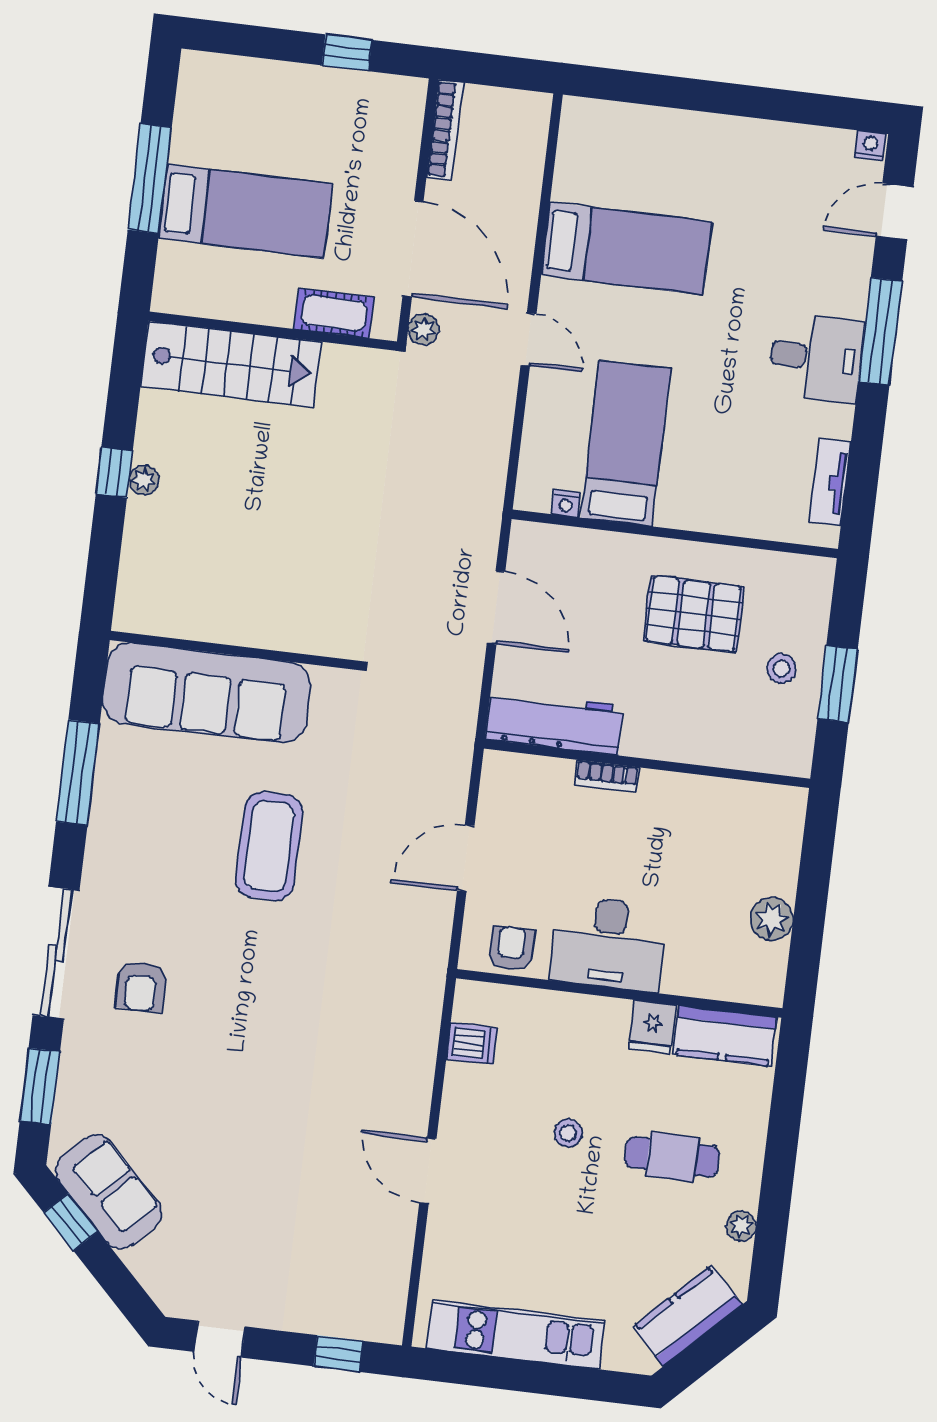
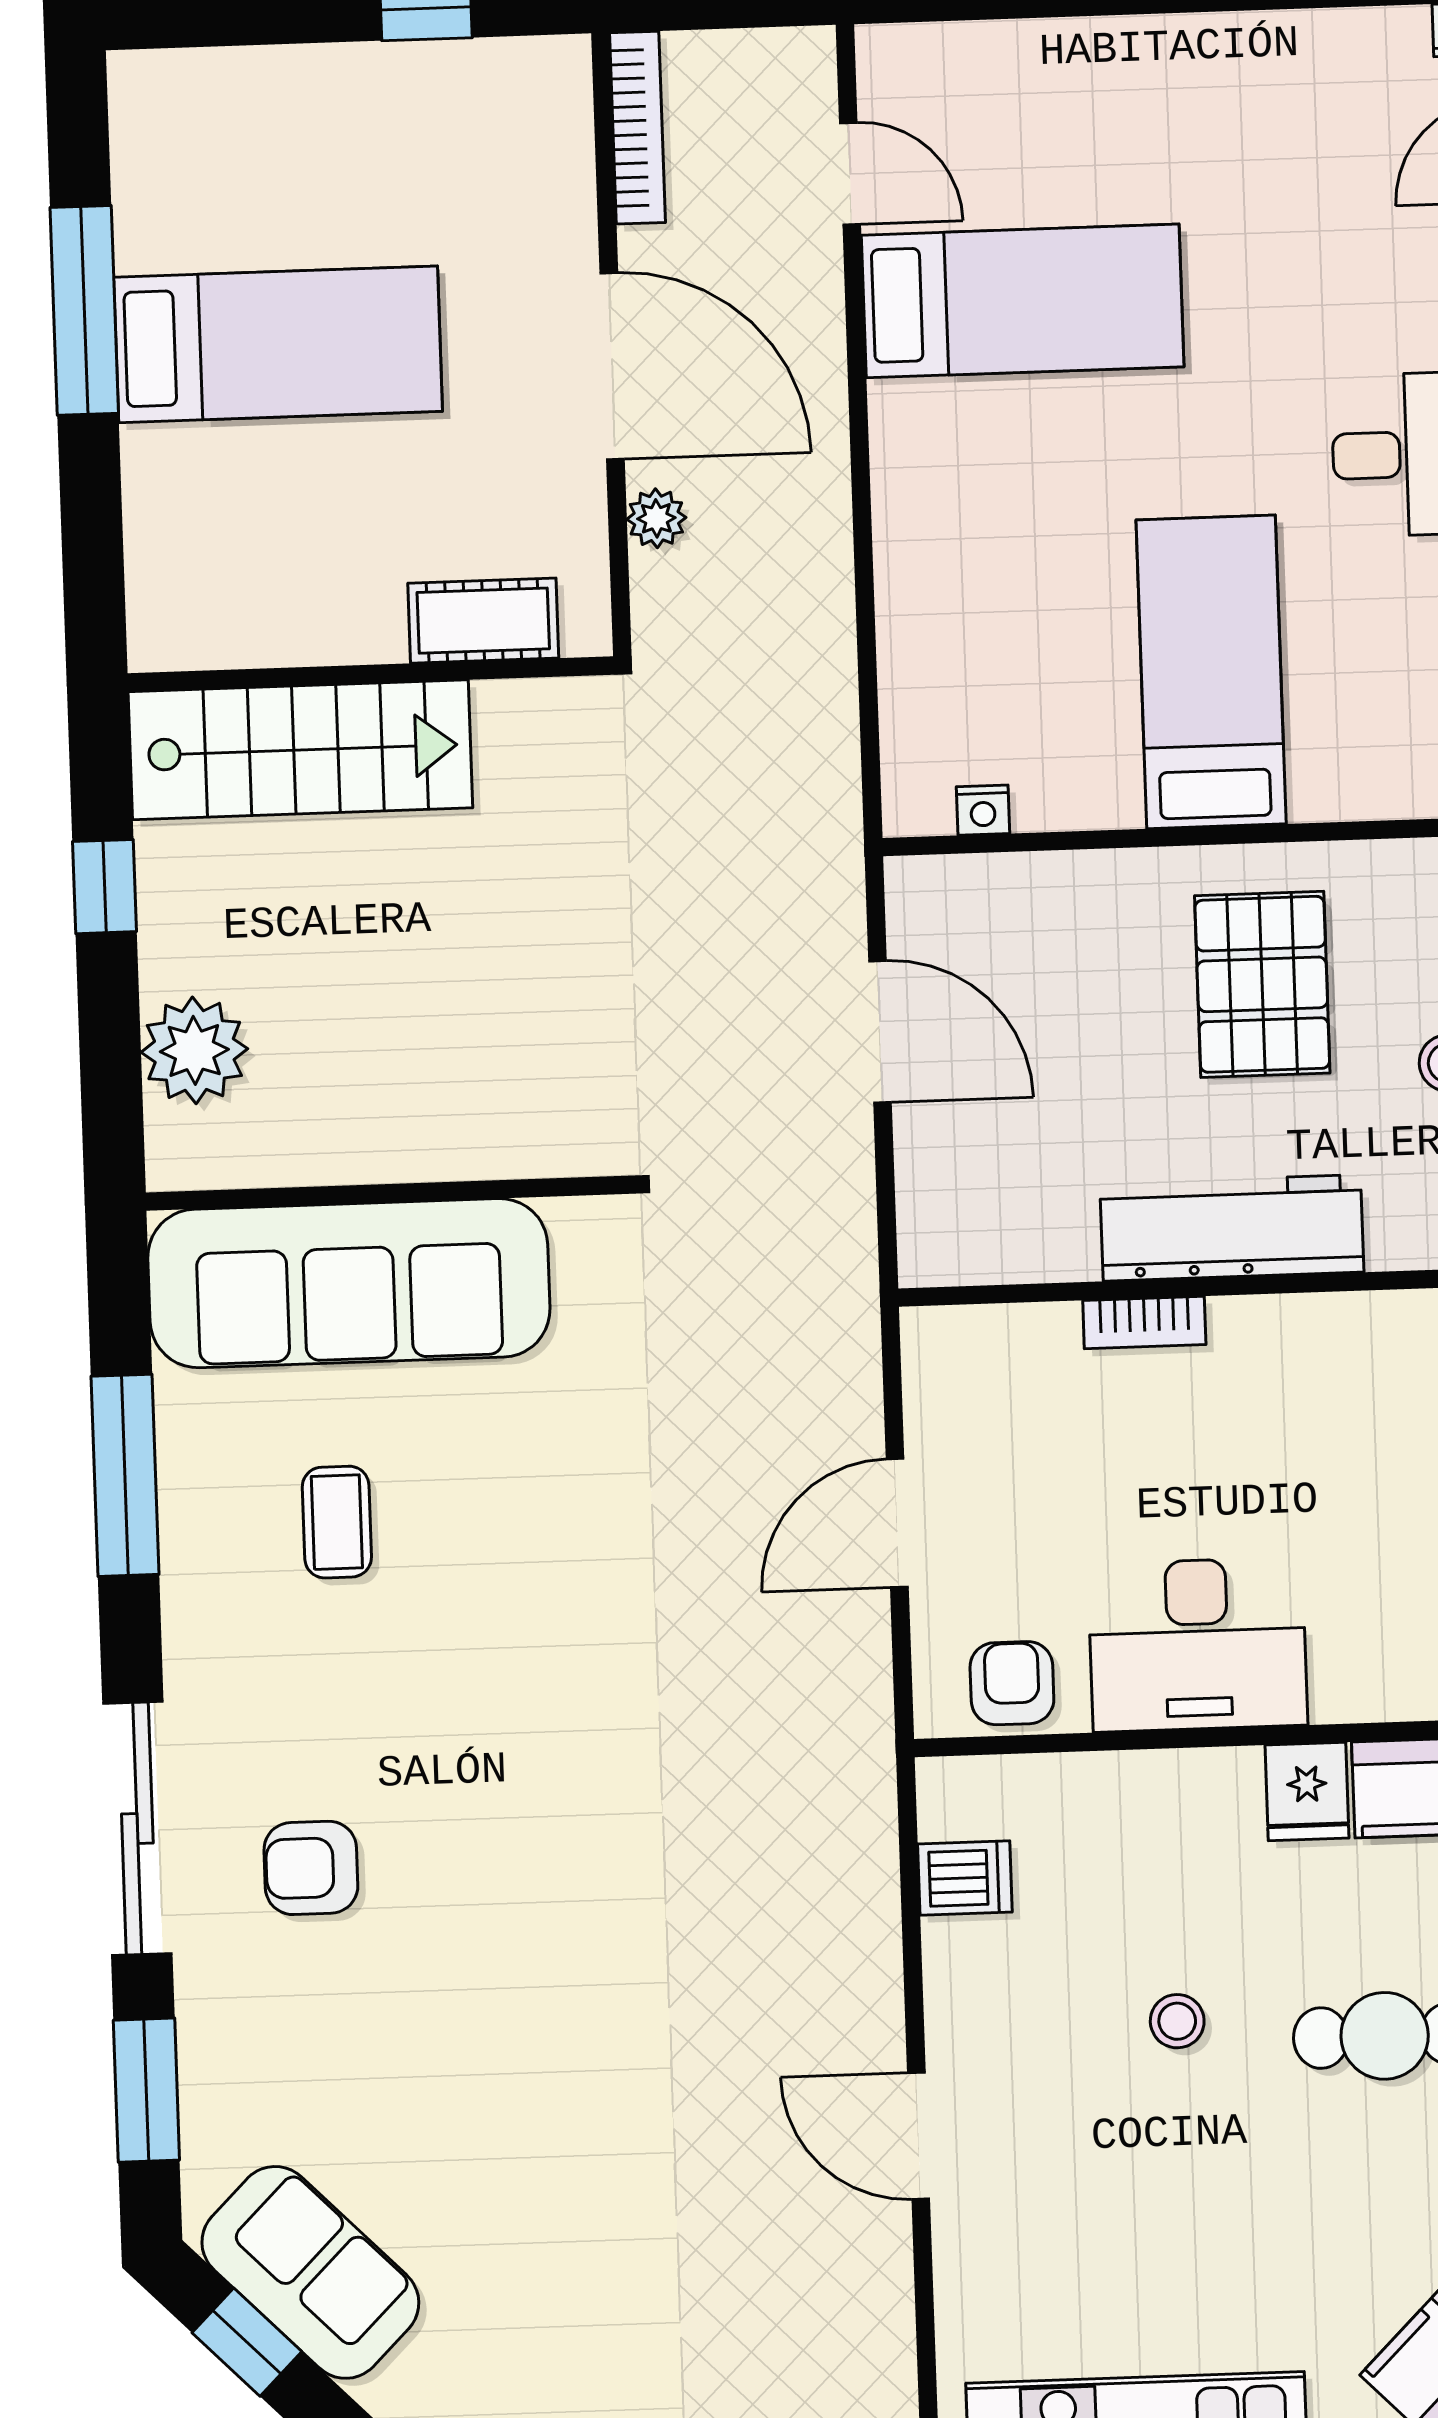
cot: (334, 313) -> (483, 621), moved
wall: (273, 331) -> (371, 674), moved
door: (528, 340) -> (850, 174), moved
stairs: (231, 364) -> (300, 750), moved
bed: (626, 443) -> (1211, 672), moved
plant: (144, 480) -> (194, 1050), moved, width x1.88, depth x1.88
pallet: (694, 614) -> (1262, 984), turned 90
workbench: (554, 722) -> (1232, 1228), moved
coffee table: (269, 846) -> (337, 1522), moved, width x0.54, depth x0.58
armchair: (141, 986) -> (311, 1868), turned 90

